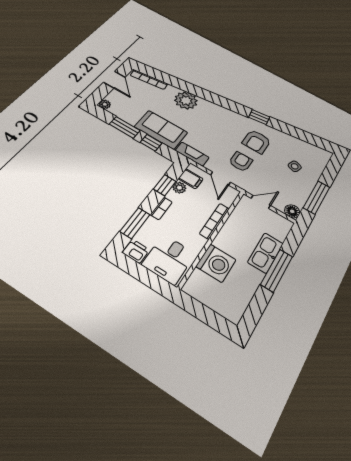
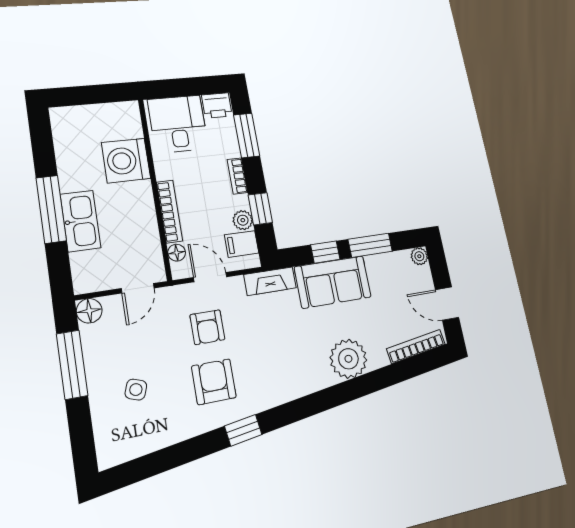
floor lamp: (228, 201) -> (177, 253), added

